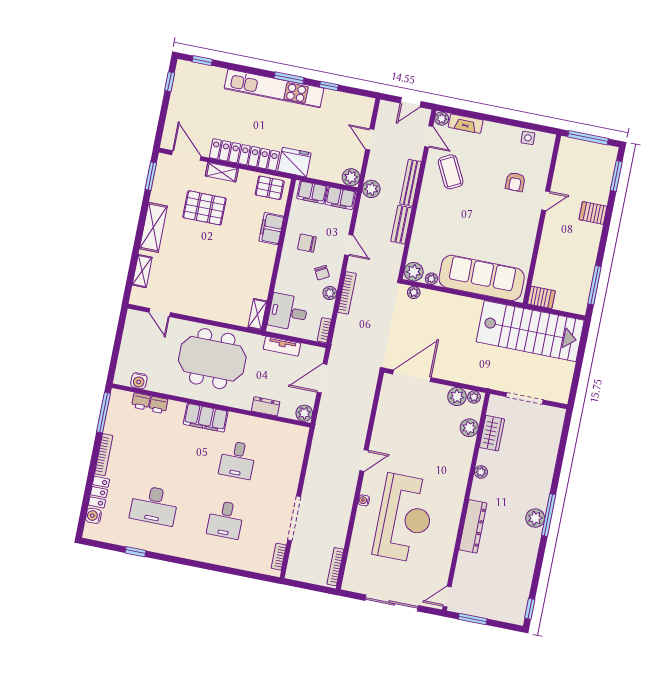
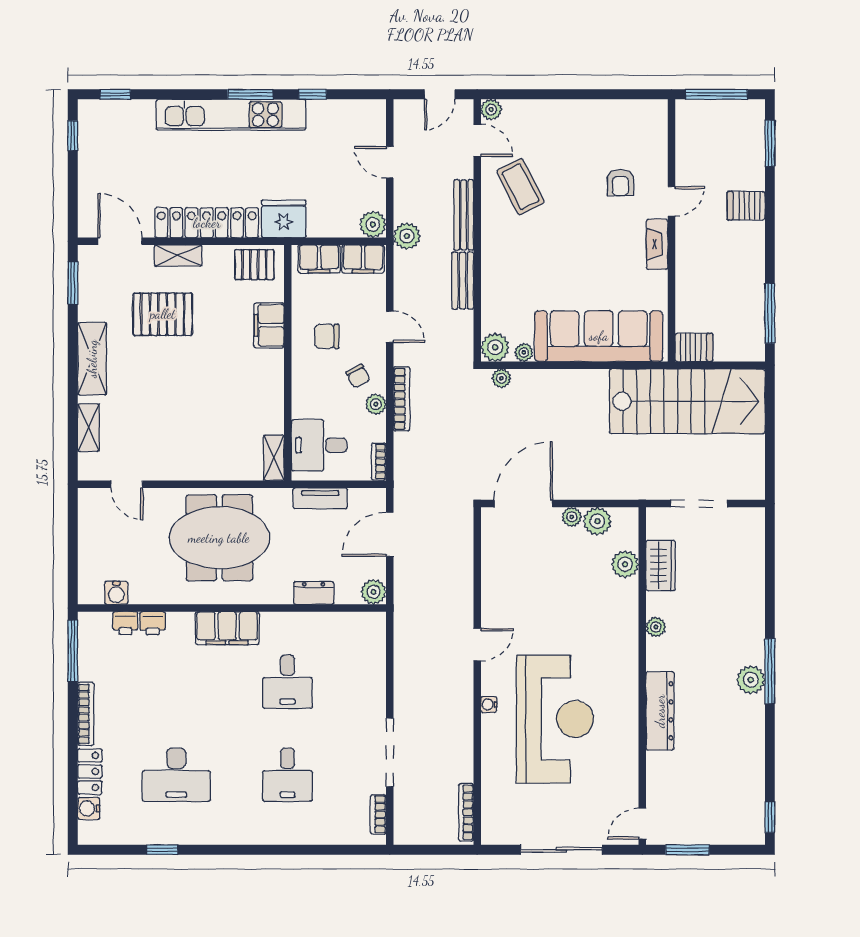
fireplace: (466, 124) -> (657, 244), moved, turned 90
side table: (528, 138) -> (626, 113), removed
plant: (474, 397) -> (572, 517), moved

